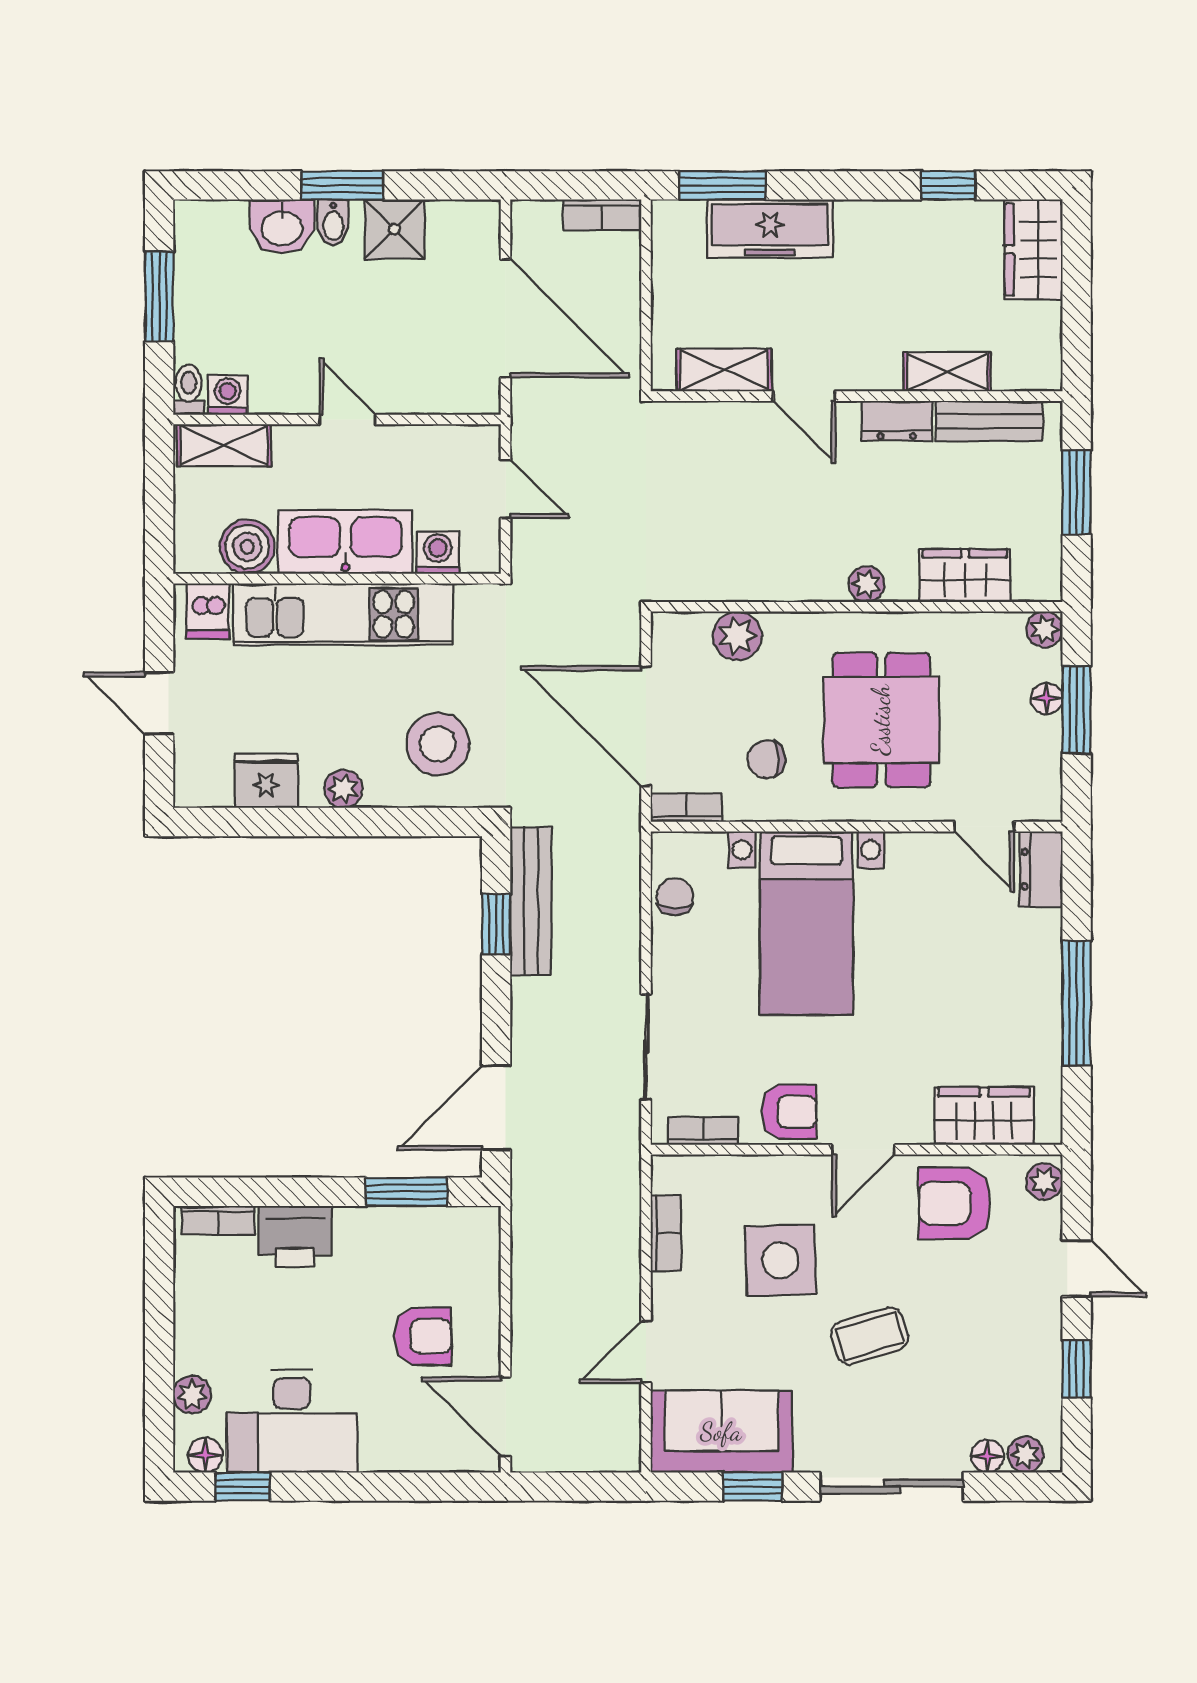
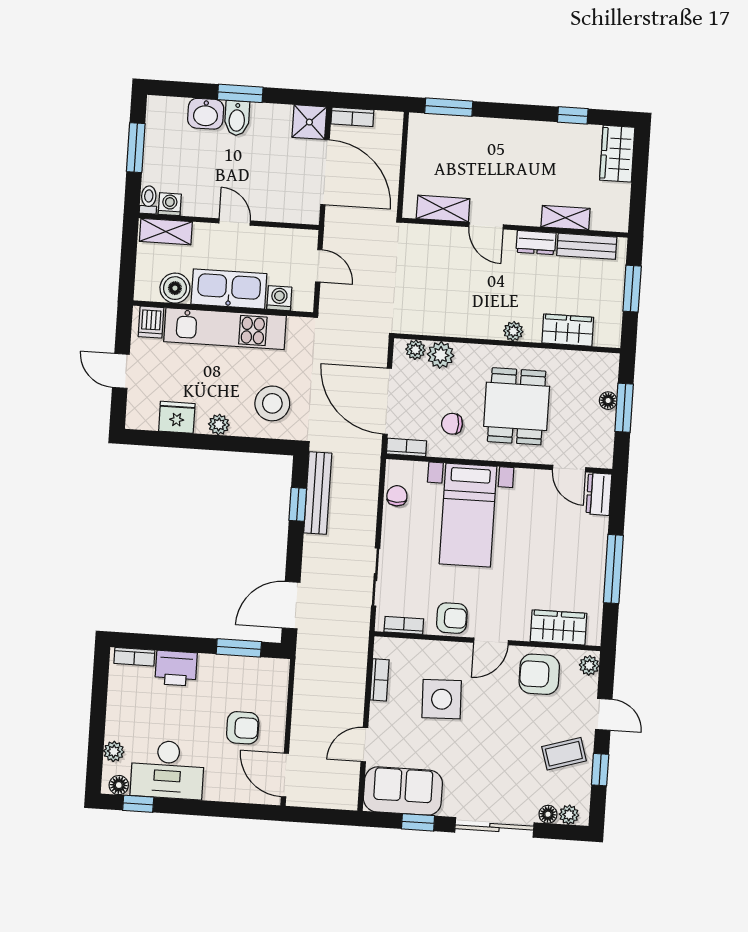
bookcase: (602, 215) -> (352, 117), moved
bidet: (333, 223) -> (237, 118), width x1.38, depth x1.36
shower: (394, 229) -> (309, 122), moved
freezer: (770, 229) -> (473, 133), removed
plant: (1045, 629) -> (415, 350), moved
coffee table: (870, 1336) -> (564, 754), moved

